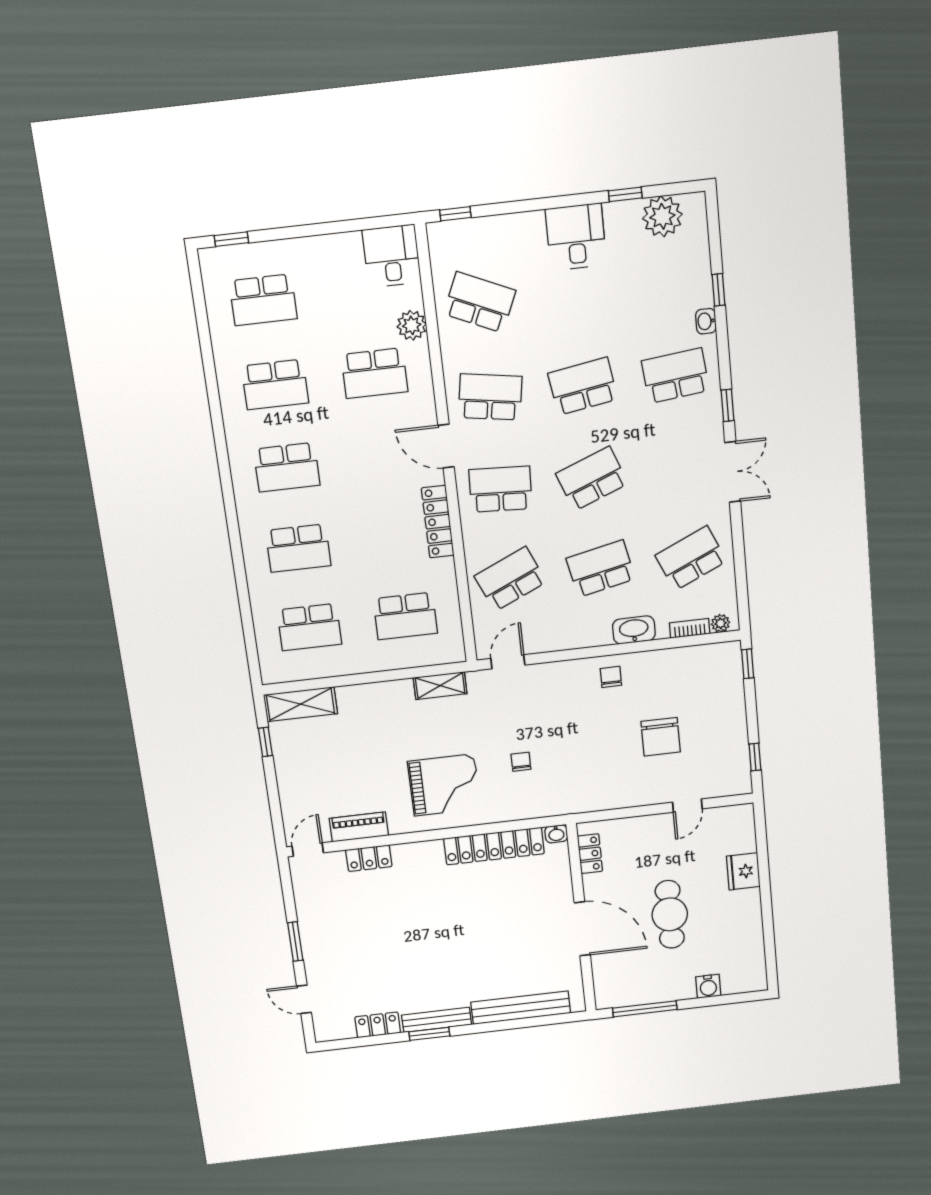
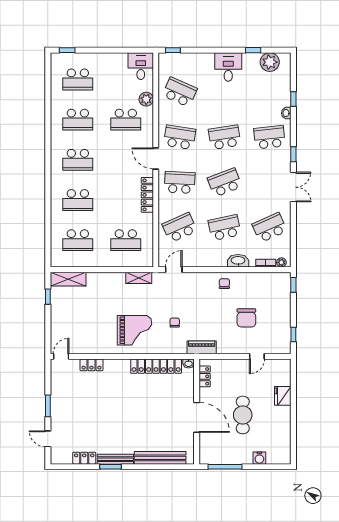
piano: (359, 827) -> (202, 347), moved

